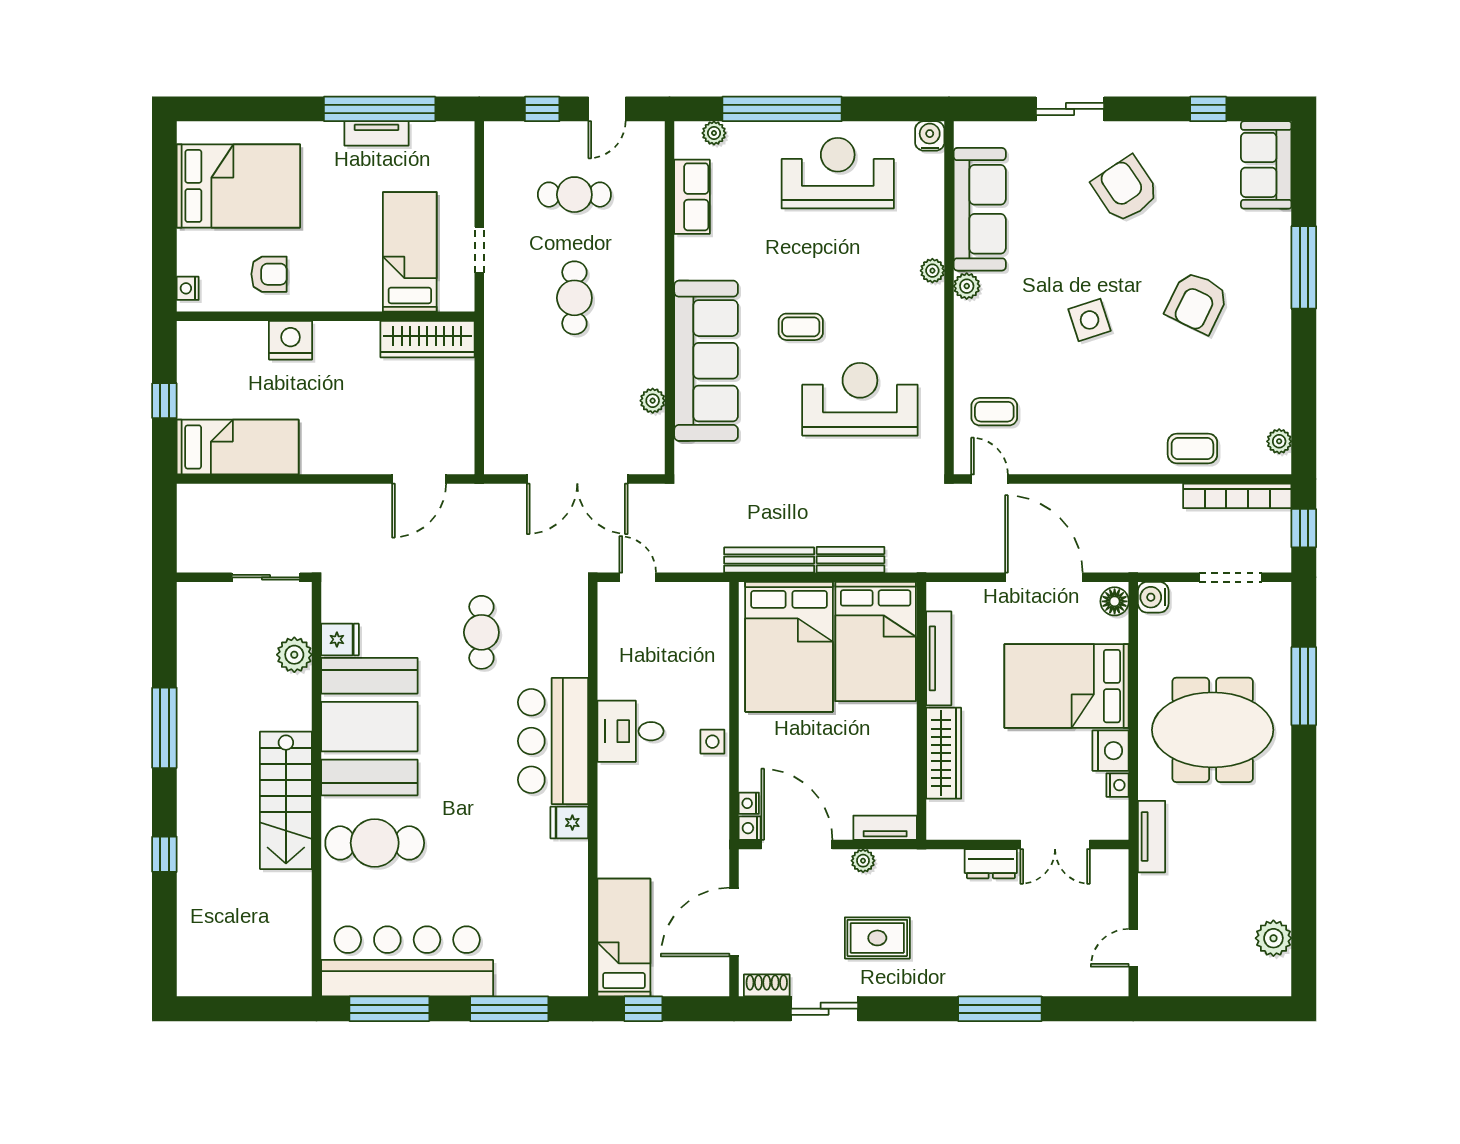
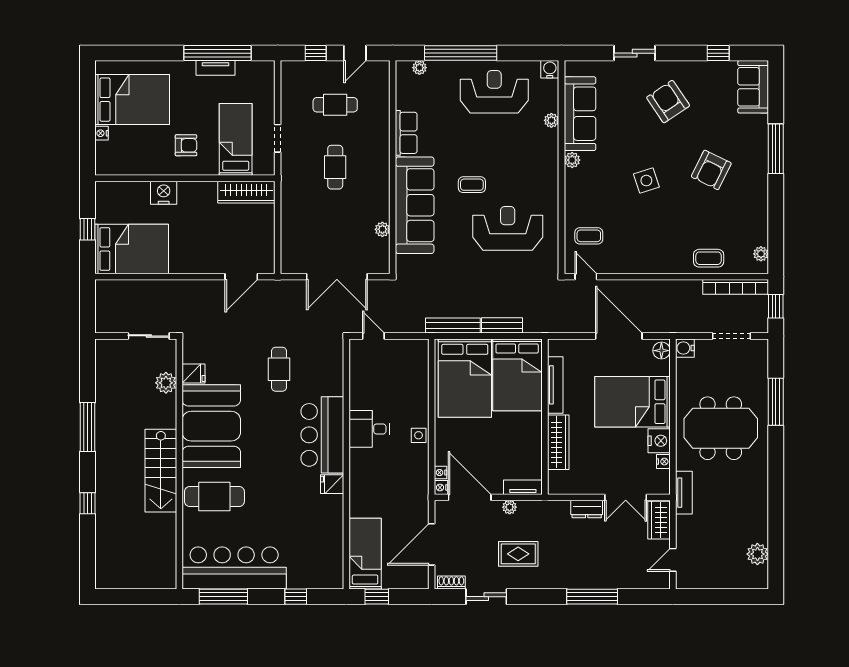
row of seats: (692, 197) -> (406, 133), moved
plant: (932, 271) -> (551, 120), moved
armchair: (269, 274) -> (186, 145), moved
nightstand: (188, 288) -> (102, 133), moved
bed: (238, 447) -> (132, 249), width x1.50
wardrobe: (1110, 882) -> (659, 520), added
window: (509, 1009) -> (296, 597), width x0.46

